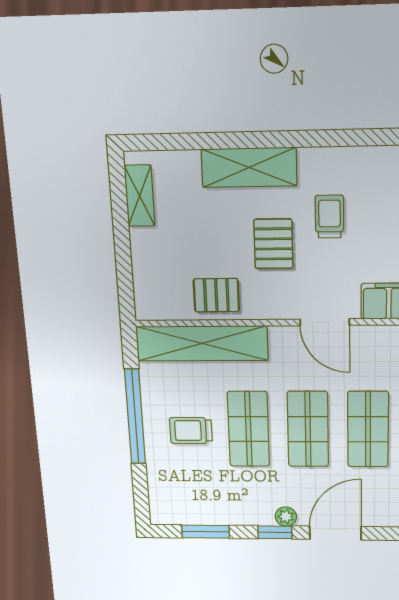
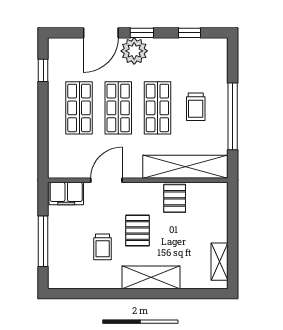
pallet: (216, 295) -> (175, 198), turned 90
door: (325, 322) -> (106, 180), hinge flipped
trolley: (191, 431) -> (196, 107), turned 90
plant: (286, 517) -> (134, 51), width x1.87, depth x1.87
window: (206, 532) -> (190, 33), width x0.67

